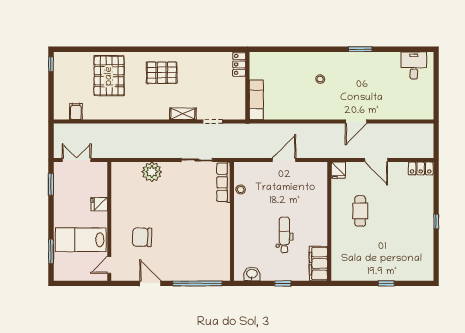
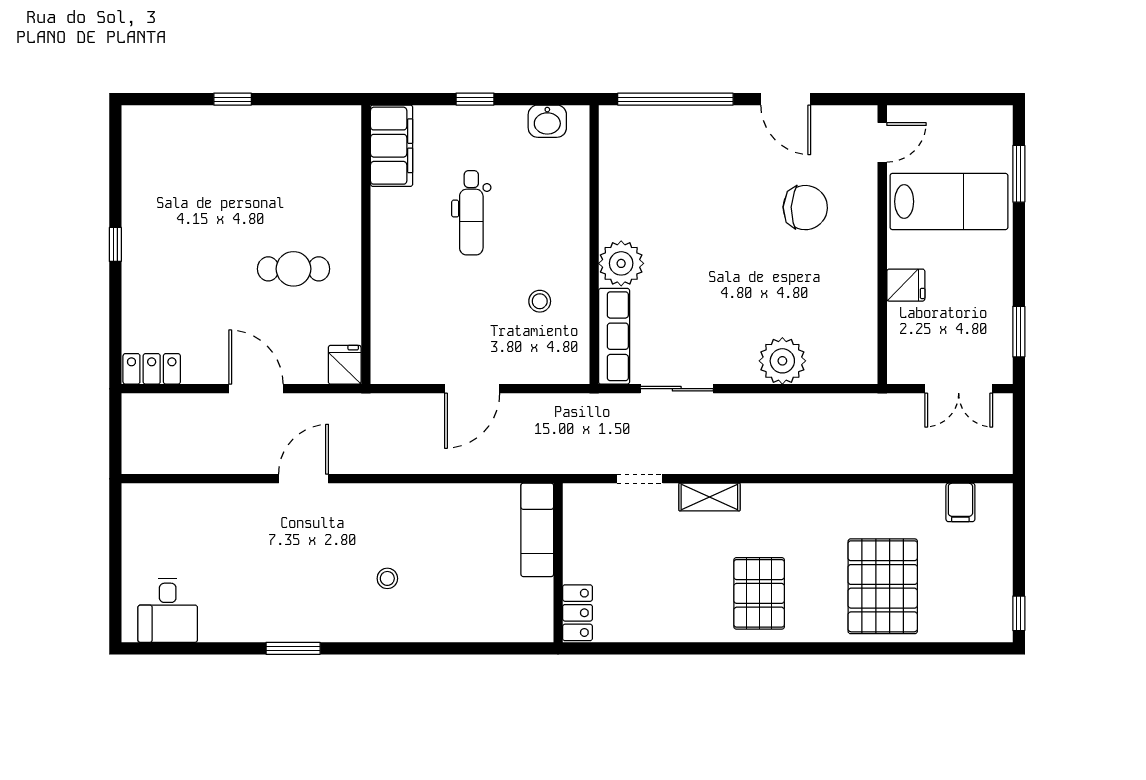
pallet: (162, 73) -> (759, 593), turned 90
stool: (241, 190) -> (540, 301), moved
cafe table: (360, 211) -> (293, 269), turned 90
plant: (221, 213) -> (621, 263), added

